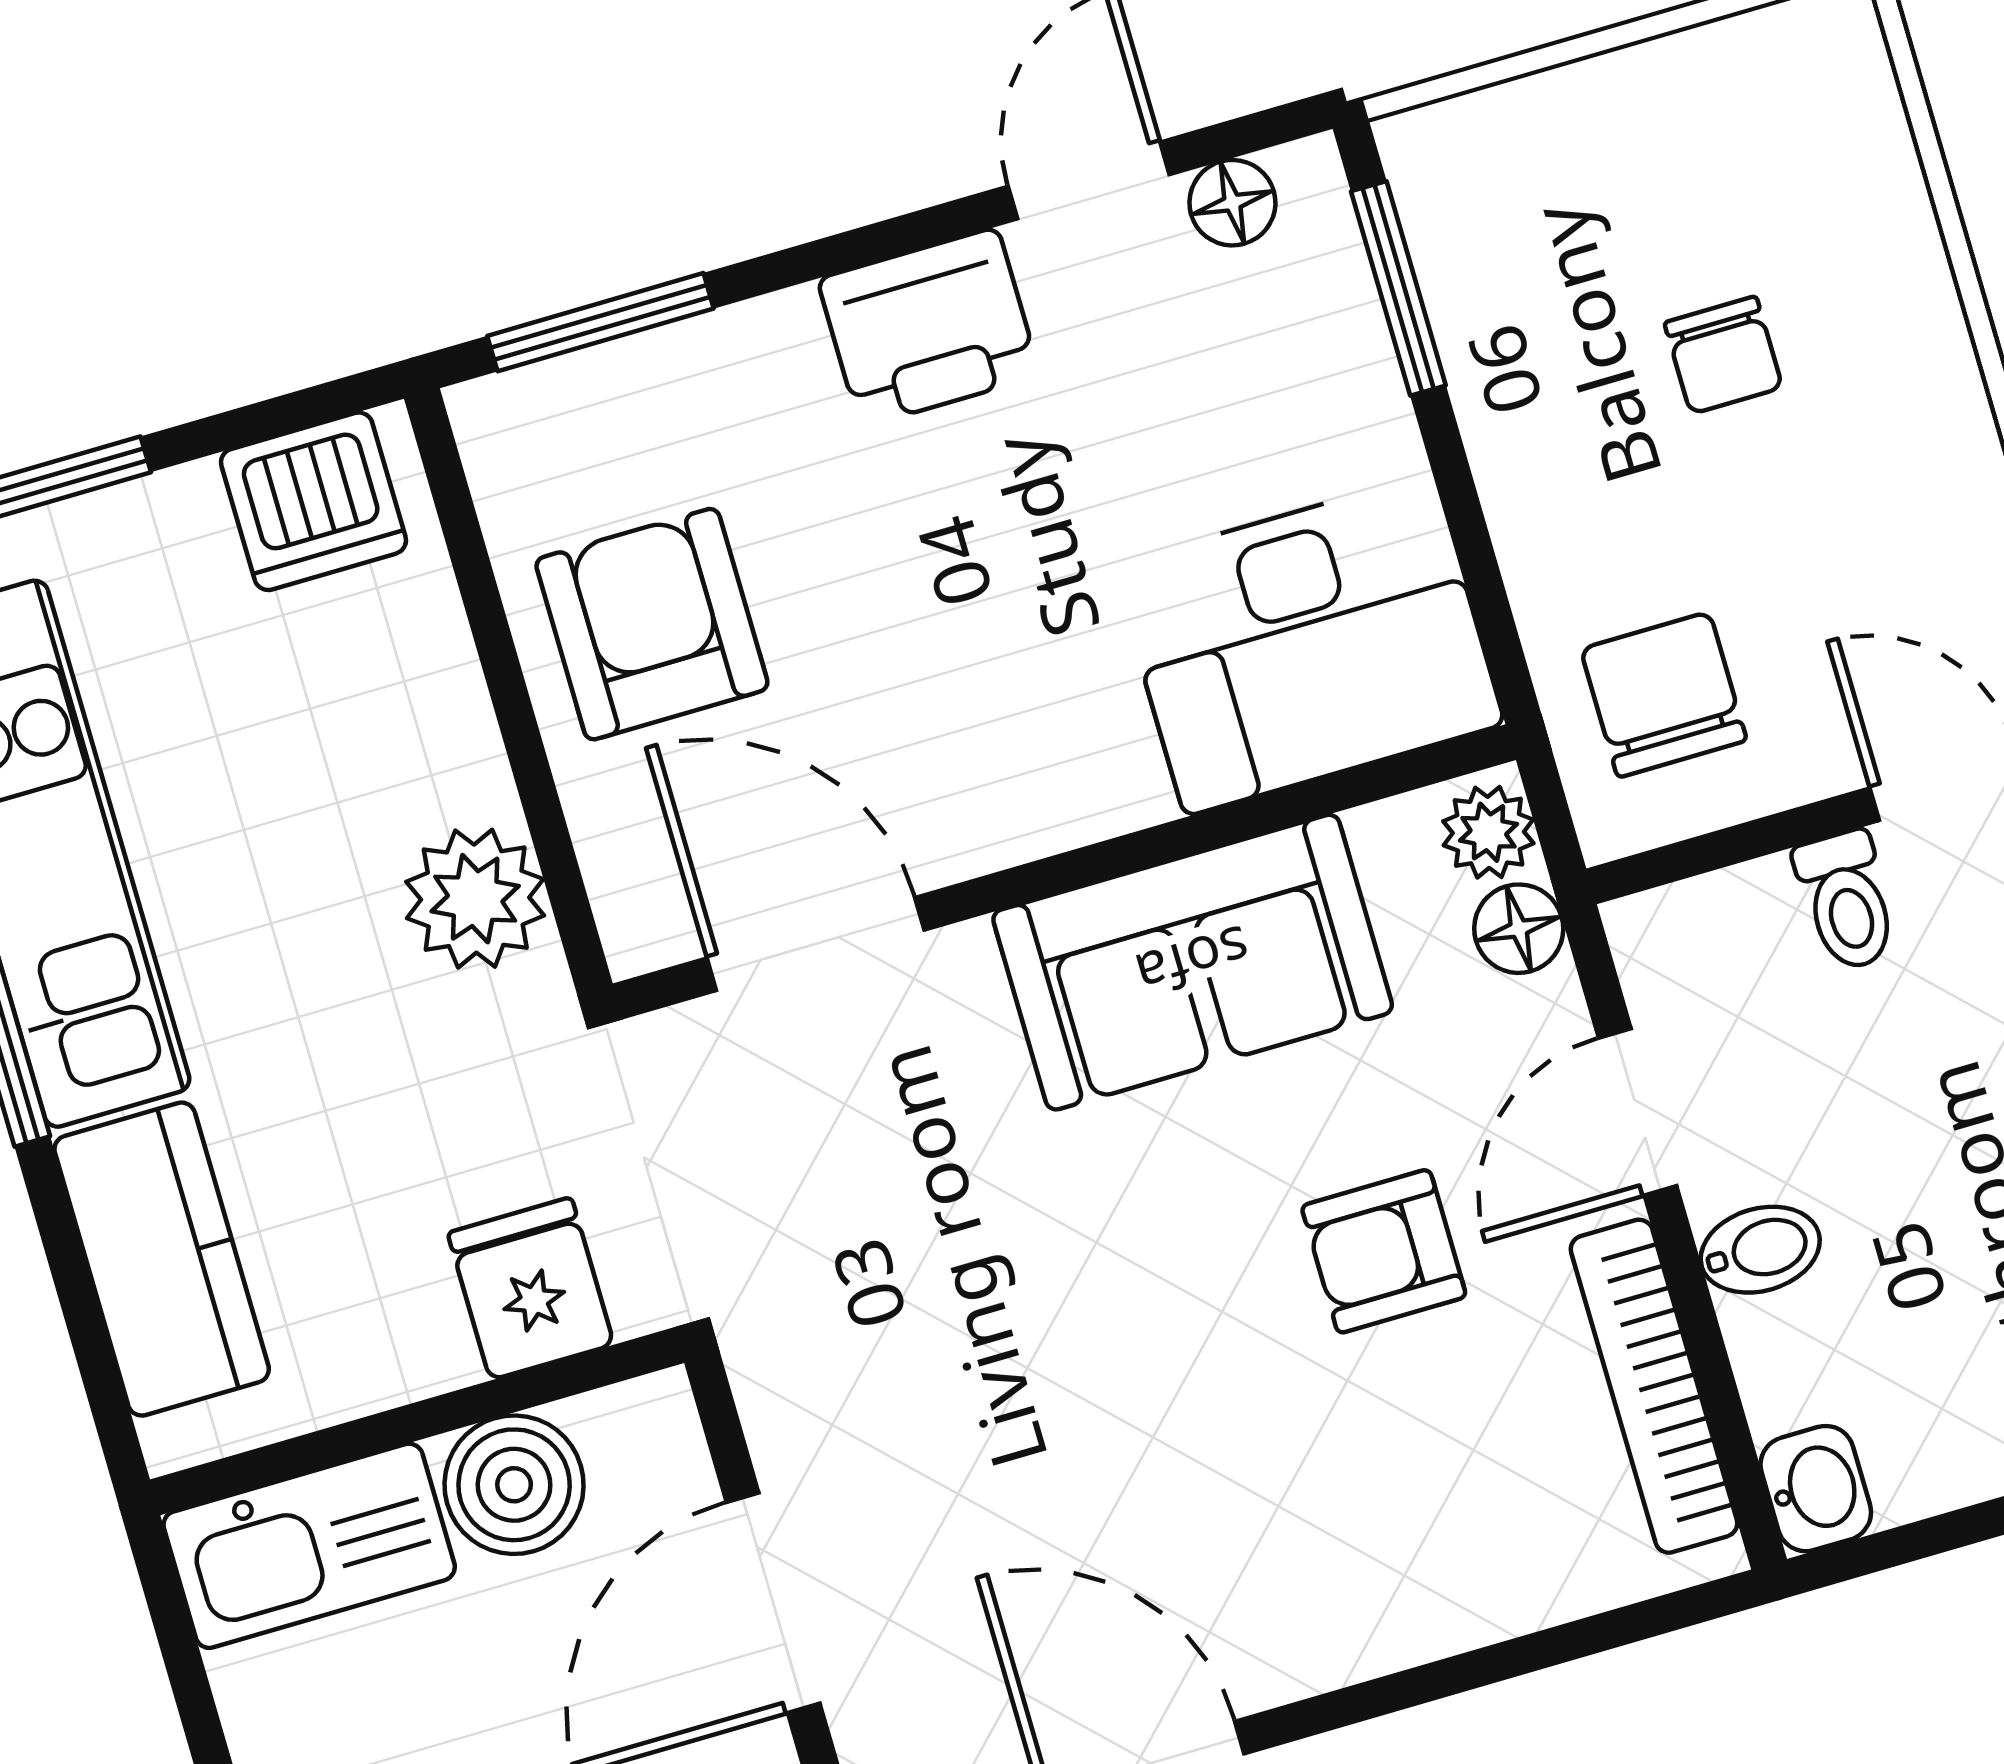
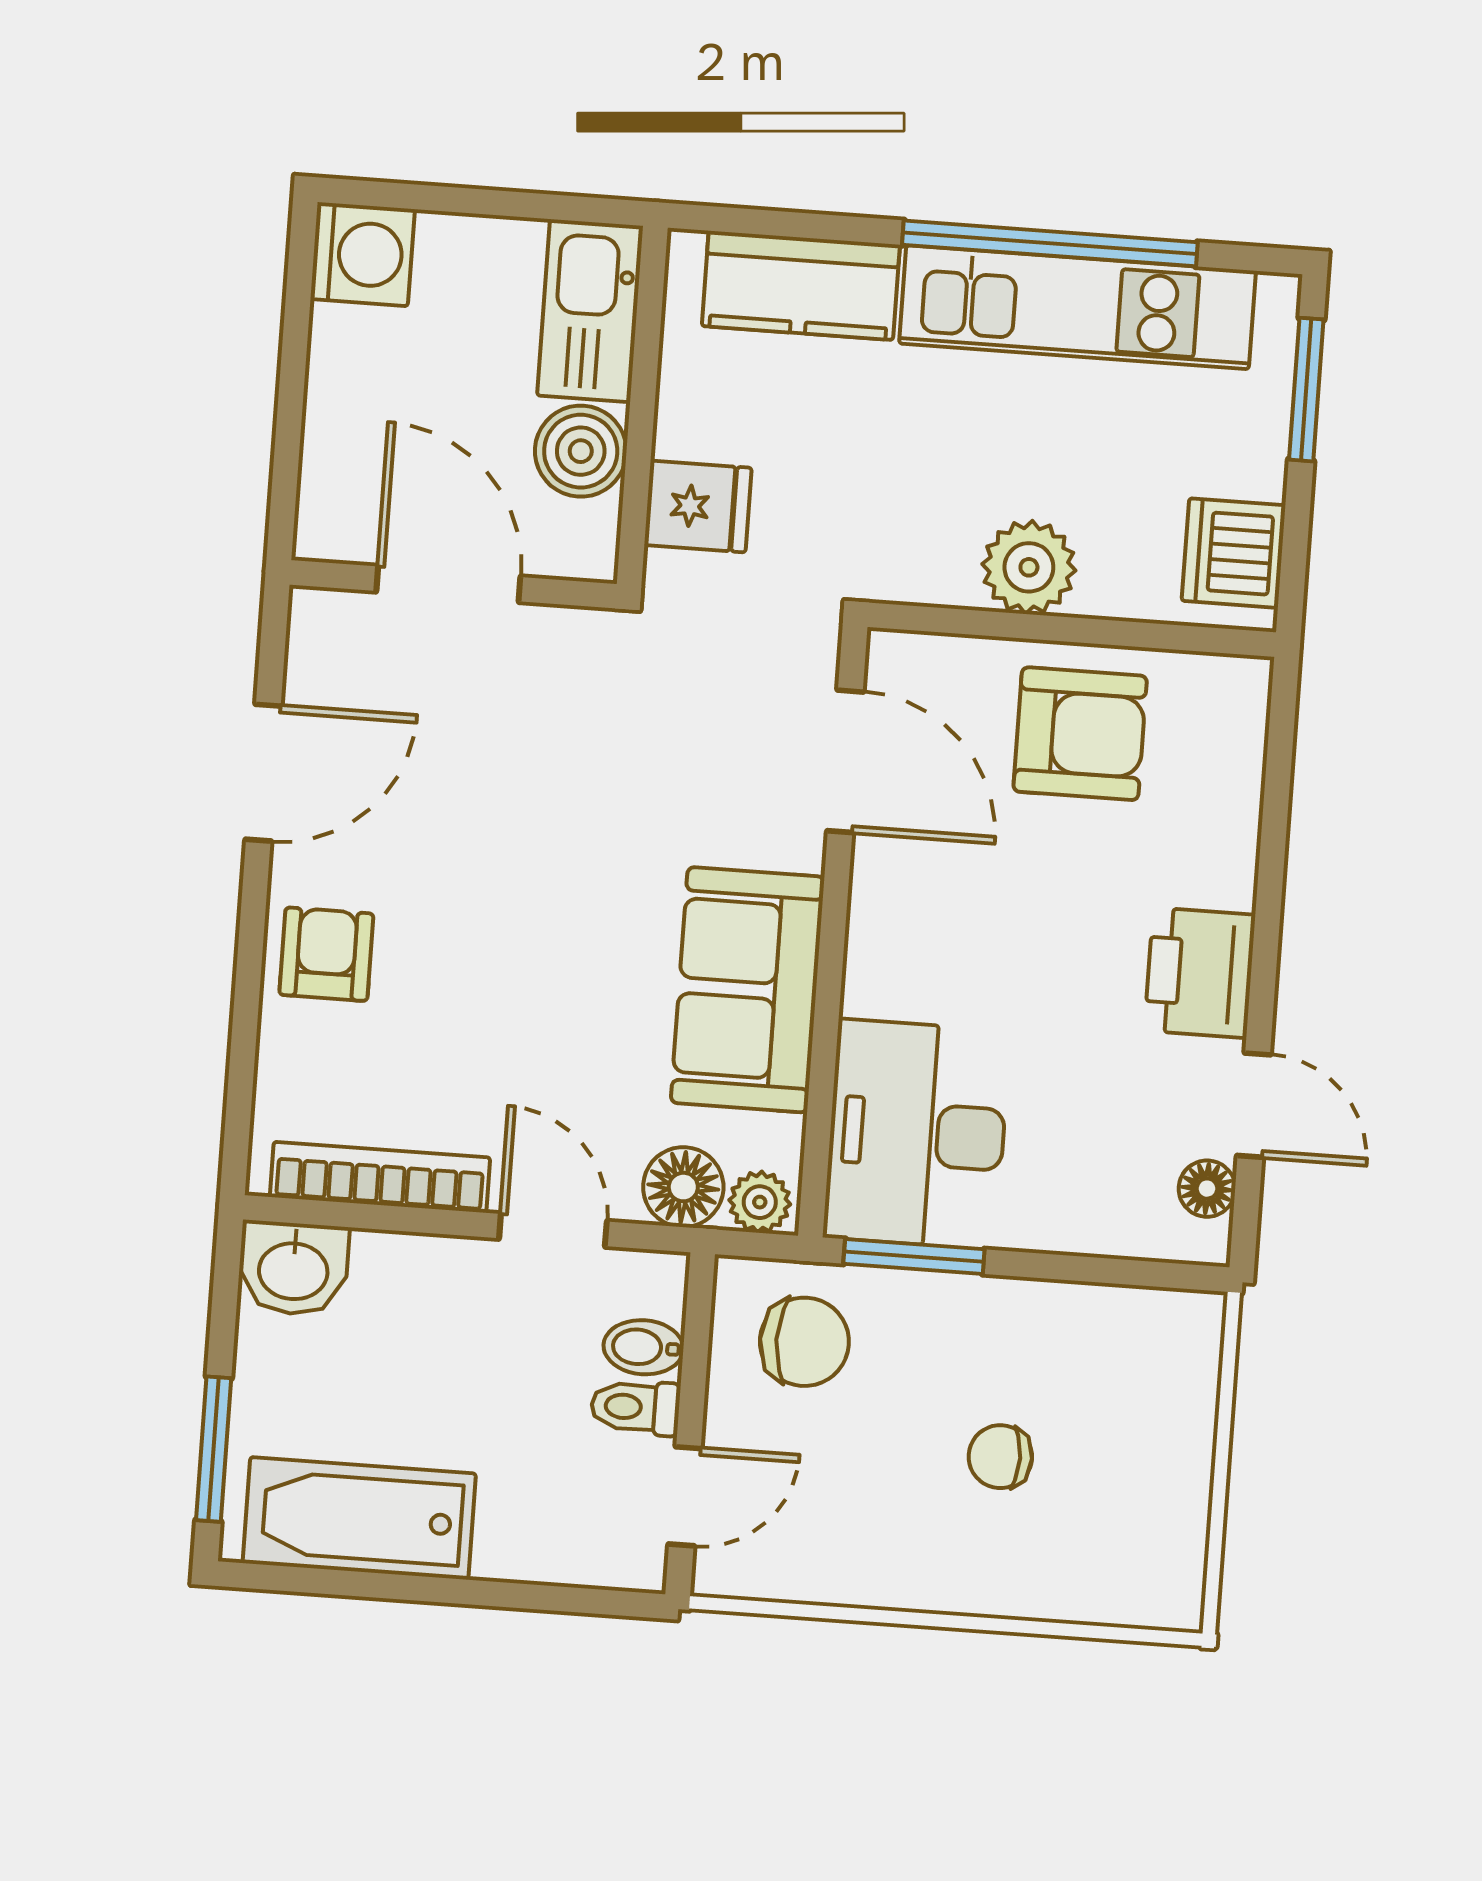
window: (1398, 288) -> (914, 1257), moved
window: (600, 322) -> (1278, 771), removed
plant: (475, 899) -> (1029, 567), moved
floor lamp: (1519, 929) -> (683, 1187), width x1.37, depth x1.37
door: (816, 944) -> (845, 761), hinge flipped
bidet: (1760, 1250) -> (643, 1347), moved, turned 90
armchair: (1384, 1251) -> (326, 954), moved
washbasin: (1816, 1489) -> (293, 1269), width x1.38, depth x1.45

